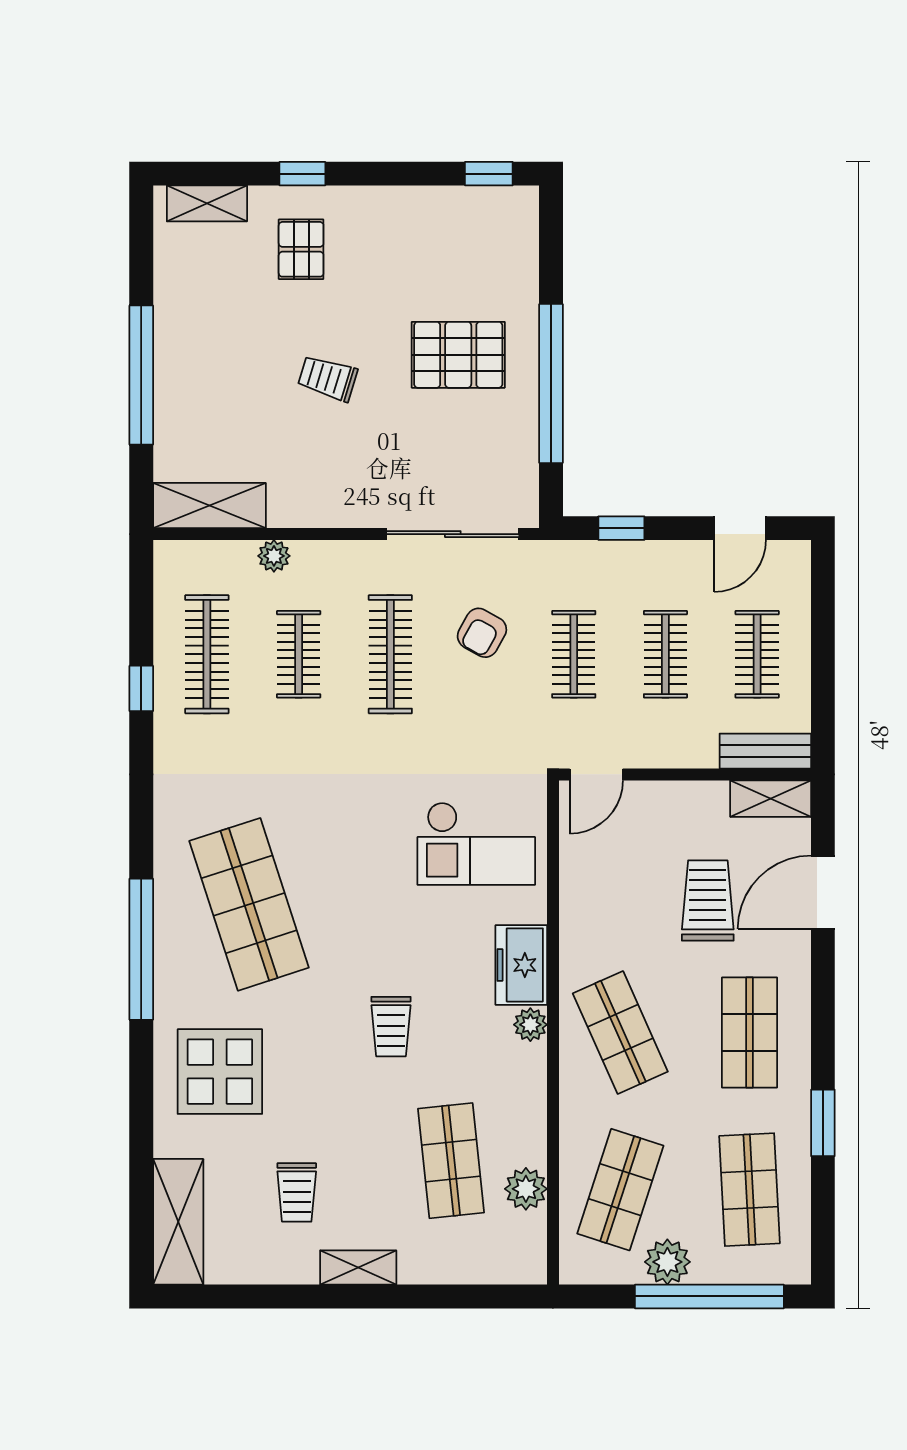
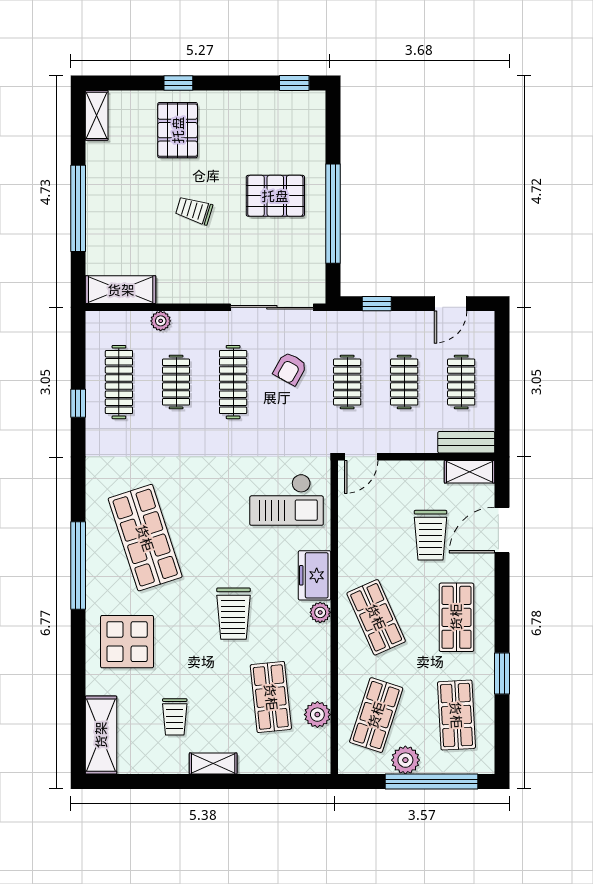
shelving: (207, 203) -> (97, 115), moved, turned 90
pallet: (301, 249) -> (178, 130), width x1.50, depth x1.42
trolley: (708, 901) -> (431, 535), turned 180
trolley: (391, 1027) -> (233, 614), width x1.36, depth x1.39

